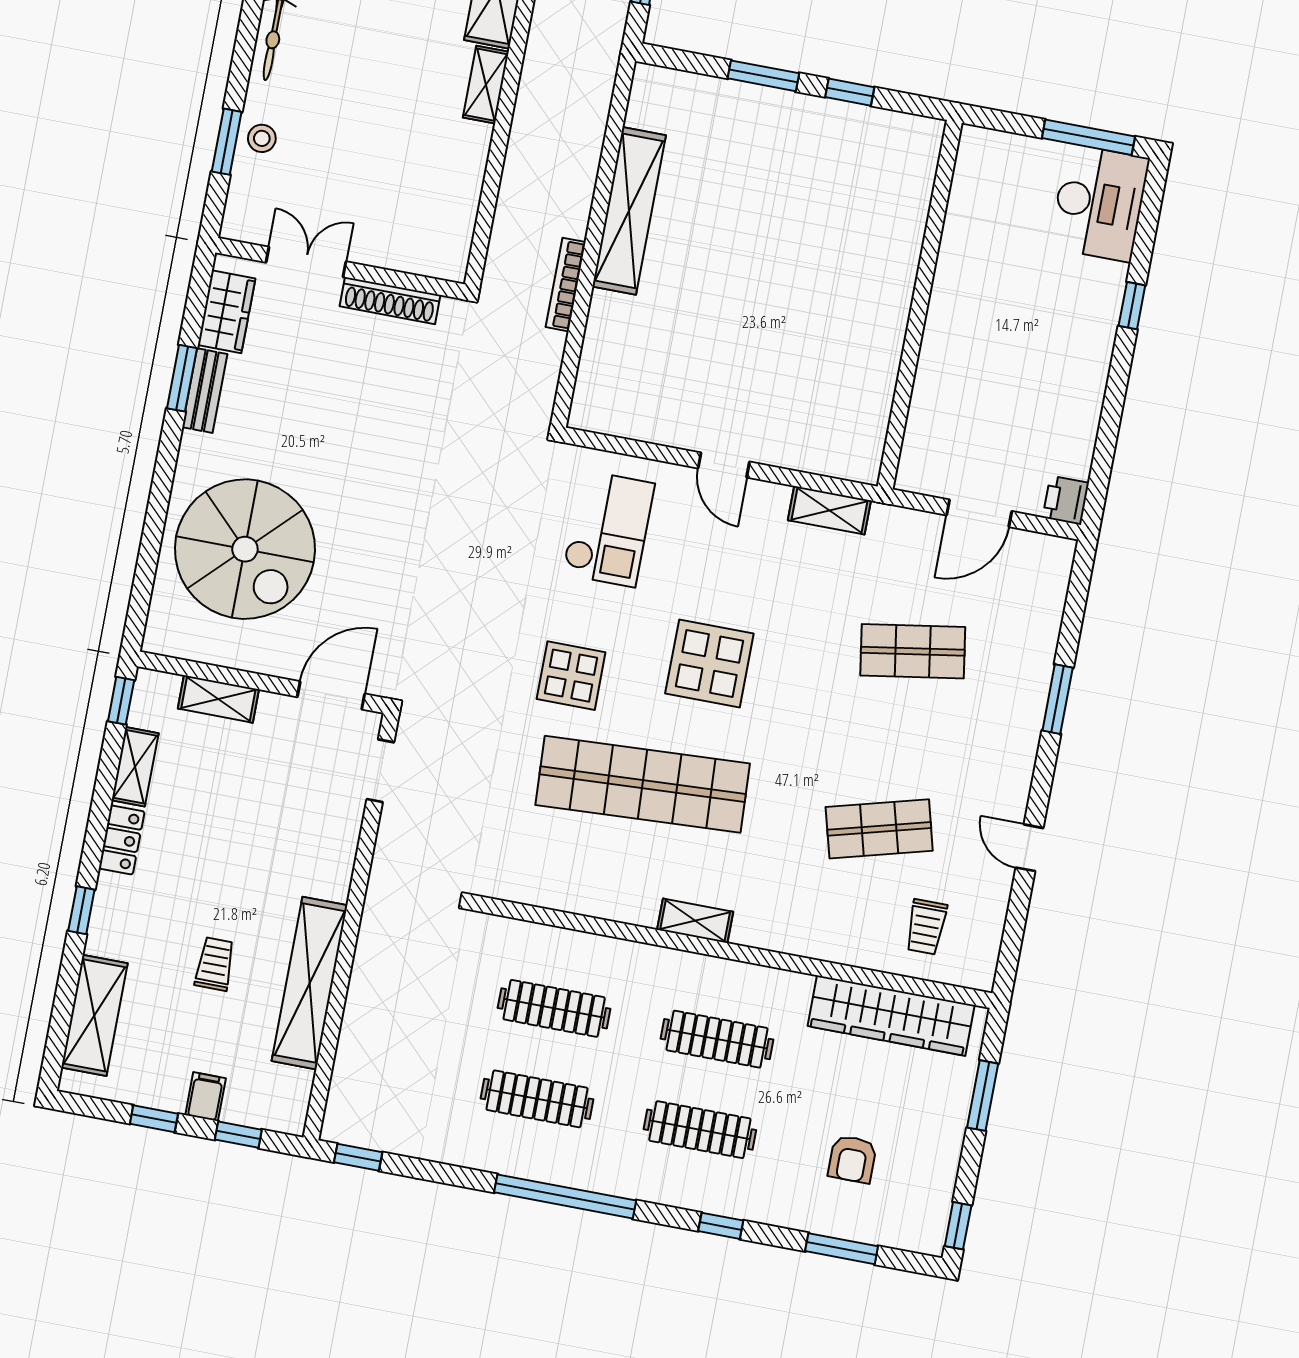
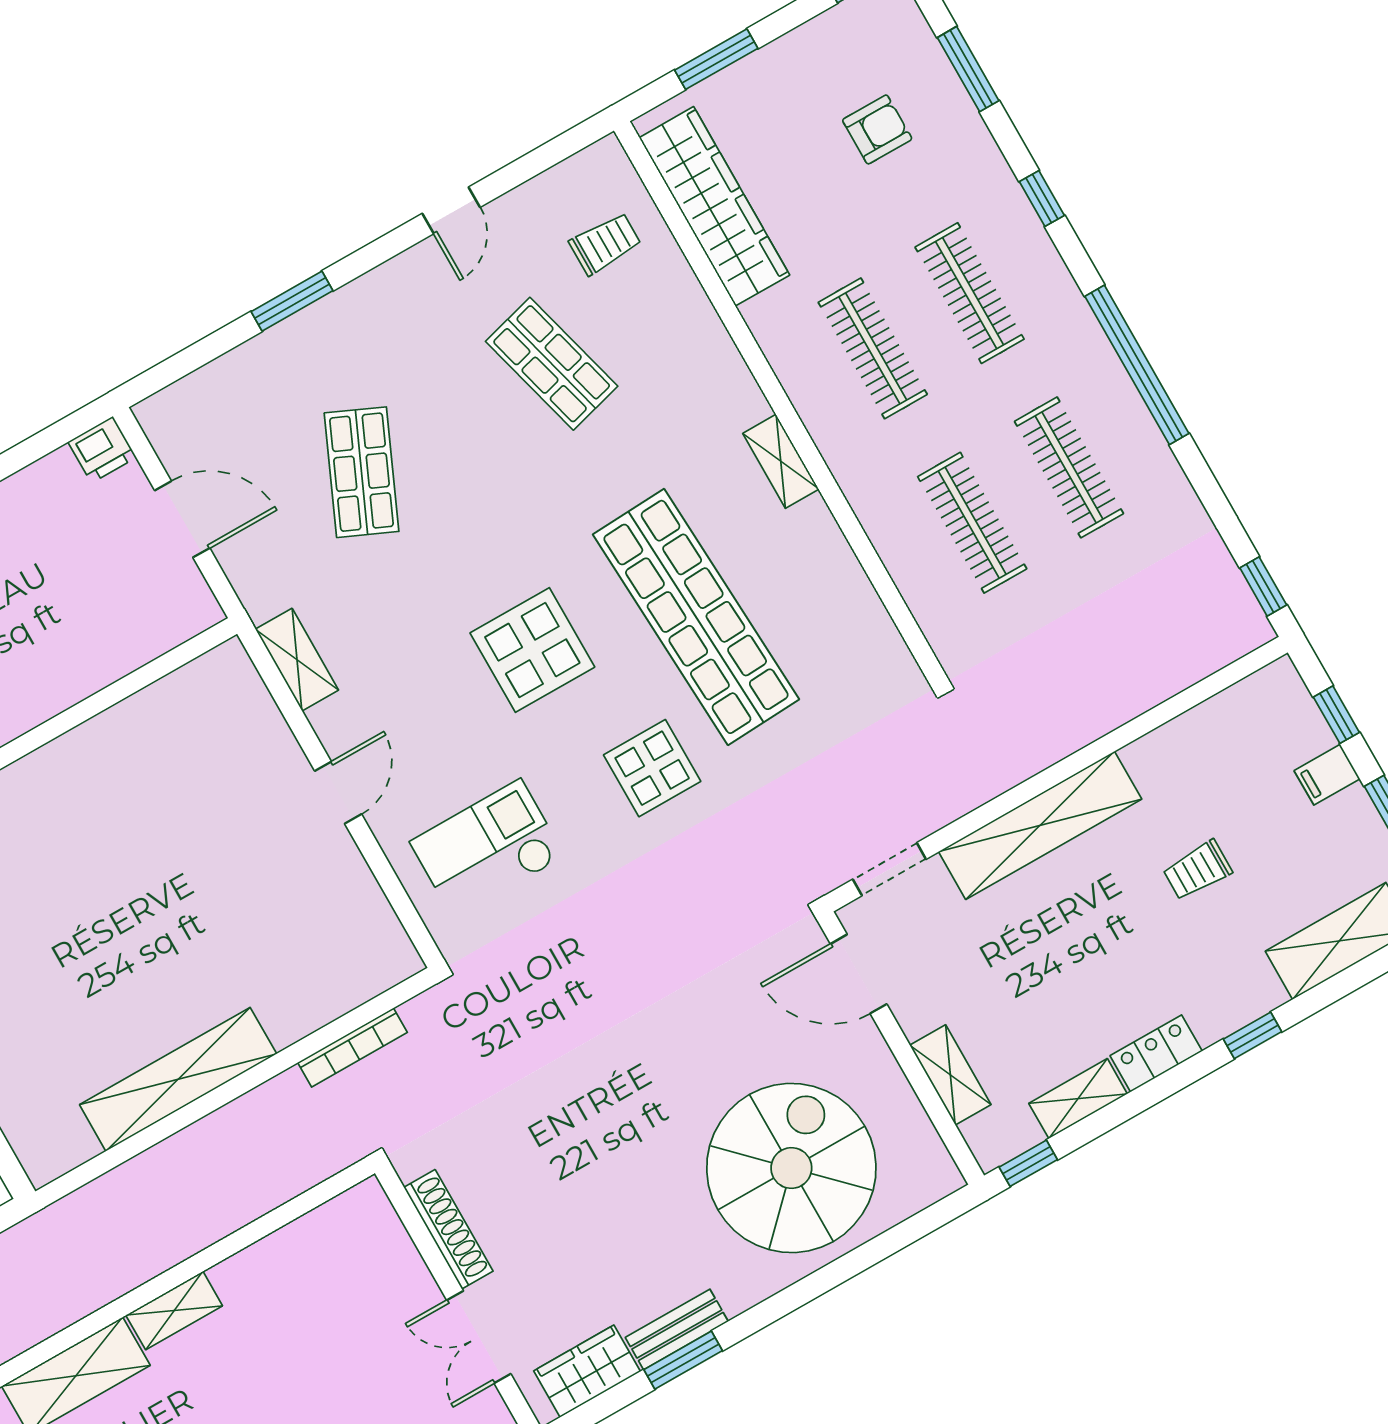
bookcase: (566, 285) -> (353, 1048), moved
shop shelf: (913, 651) -> (362, 472), turned 33
shelving: (310, 983) -> (1040, 825), moved

